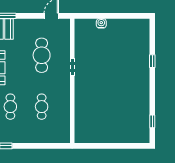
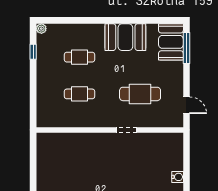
water cooler: (101, 23) -> (178, 177), moved

